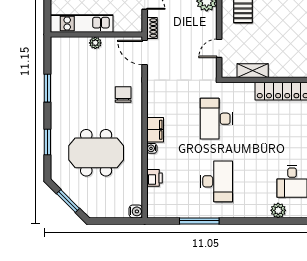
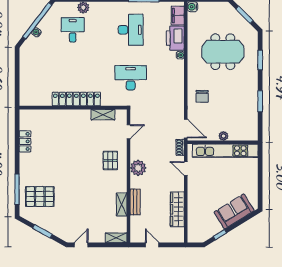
kitchen unit: (82, 24) -> (225, 151), width x1.36
desk: (216, 119) -> (131, 78), turned -90
filing cabinet: (155, 130) -> (178, 16), moved
printer: (155, 178) -> (175, 38), width x1.87, depth x1.48
desk: (216, 181) -> (131, 30), turned 180

